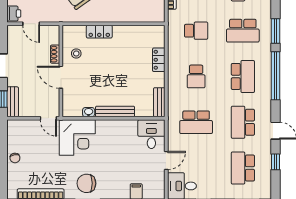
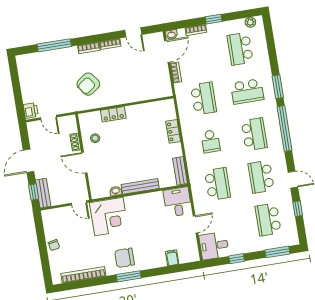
school desk: (196, 31) -> (204, 99), width x1.85
school desk: (196, 122) -> (218, 184), turned -90

